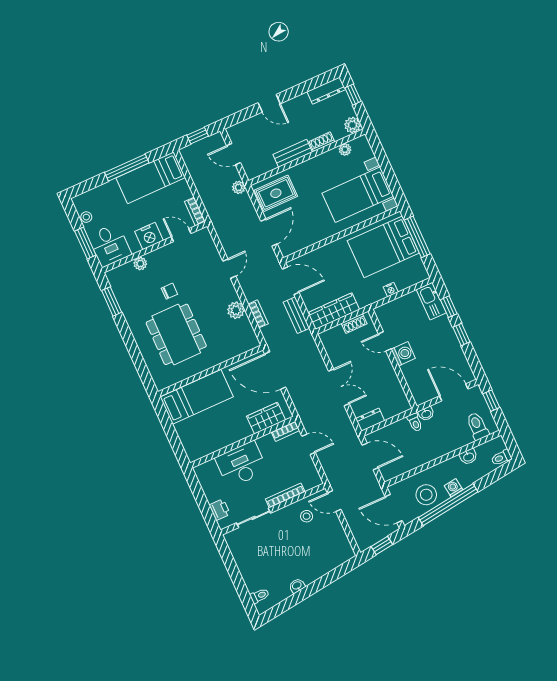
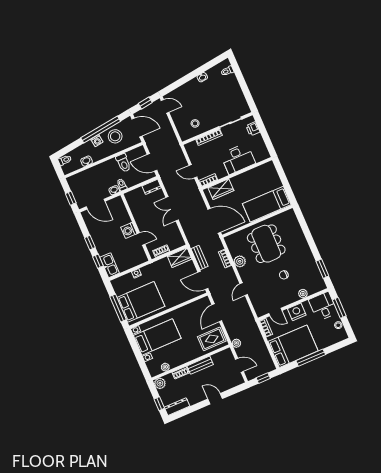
bed: (151, 178) -> (293, 346), width x1.50
wardrobe: (334, 311) -> (180, 258), width x0.67
dining table: (176, 334) -> (266, 244), moved
toilet: (477, 426) -> (123, 163), moved
door: (334, 501) -> (165, 106), moved

